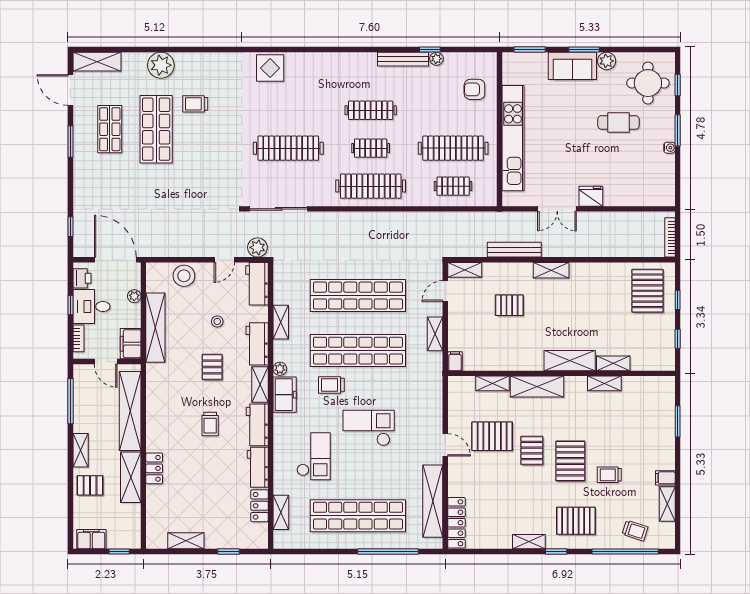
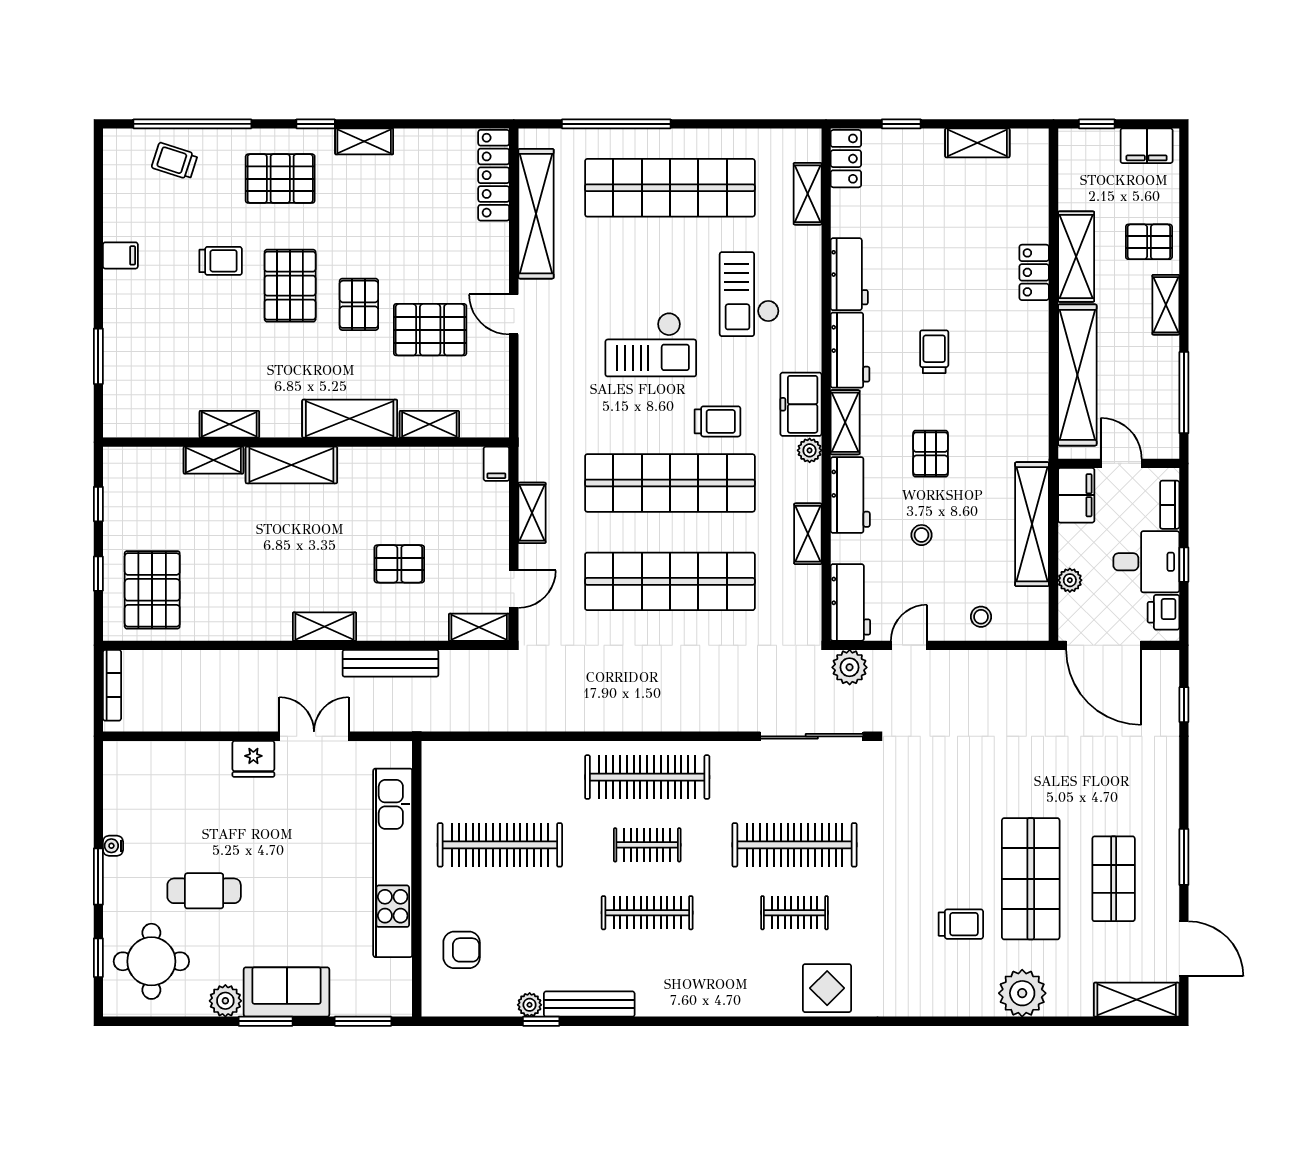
clothes rail: (453, 186) -> (794, 913), moved
stool: (184, 276) -> (981, 617), width x0.53, depth x0.53
shelving: (667, 504) -> (117, 209), removed
locker: (260, 506) -> (846, 159), moved

